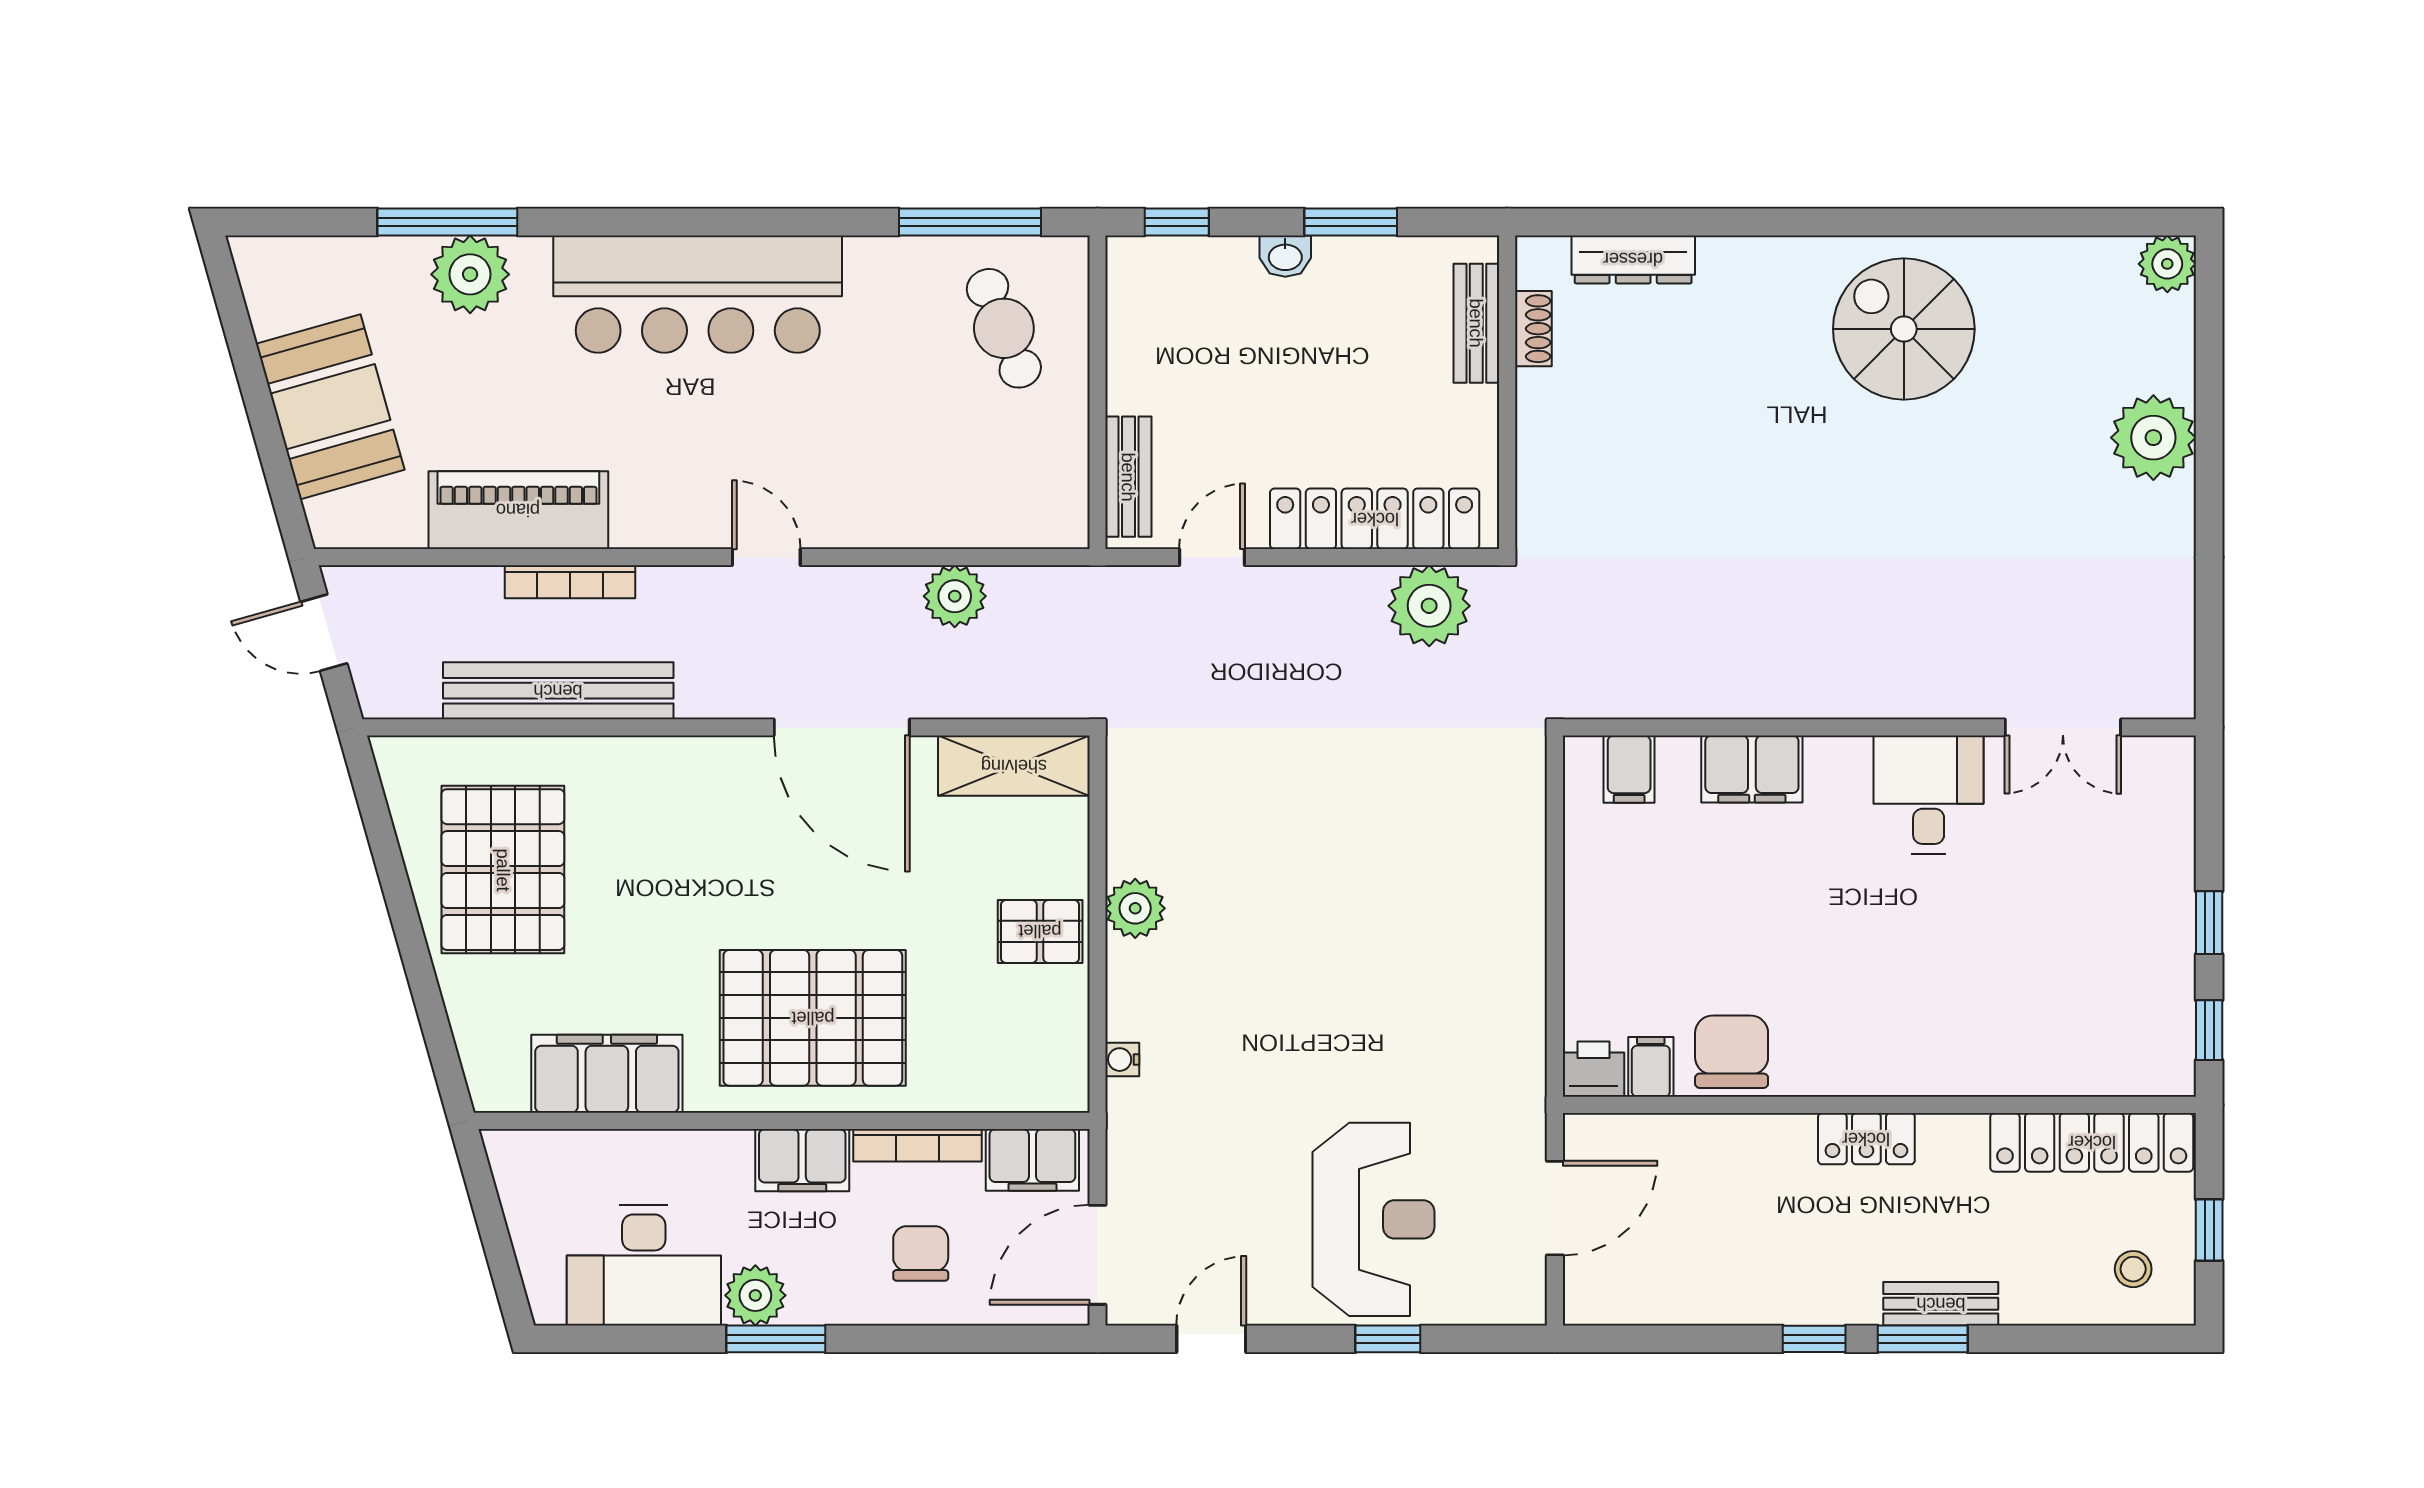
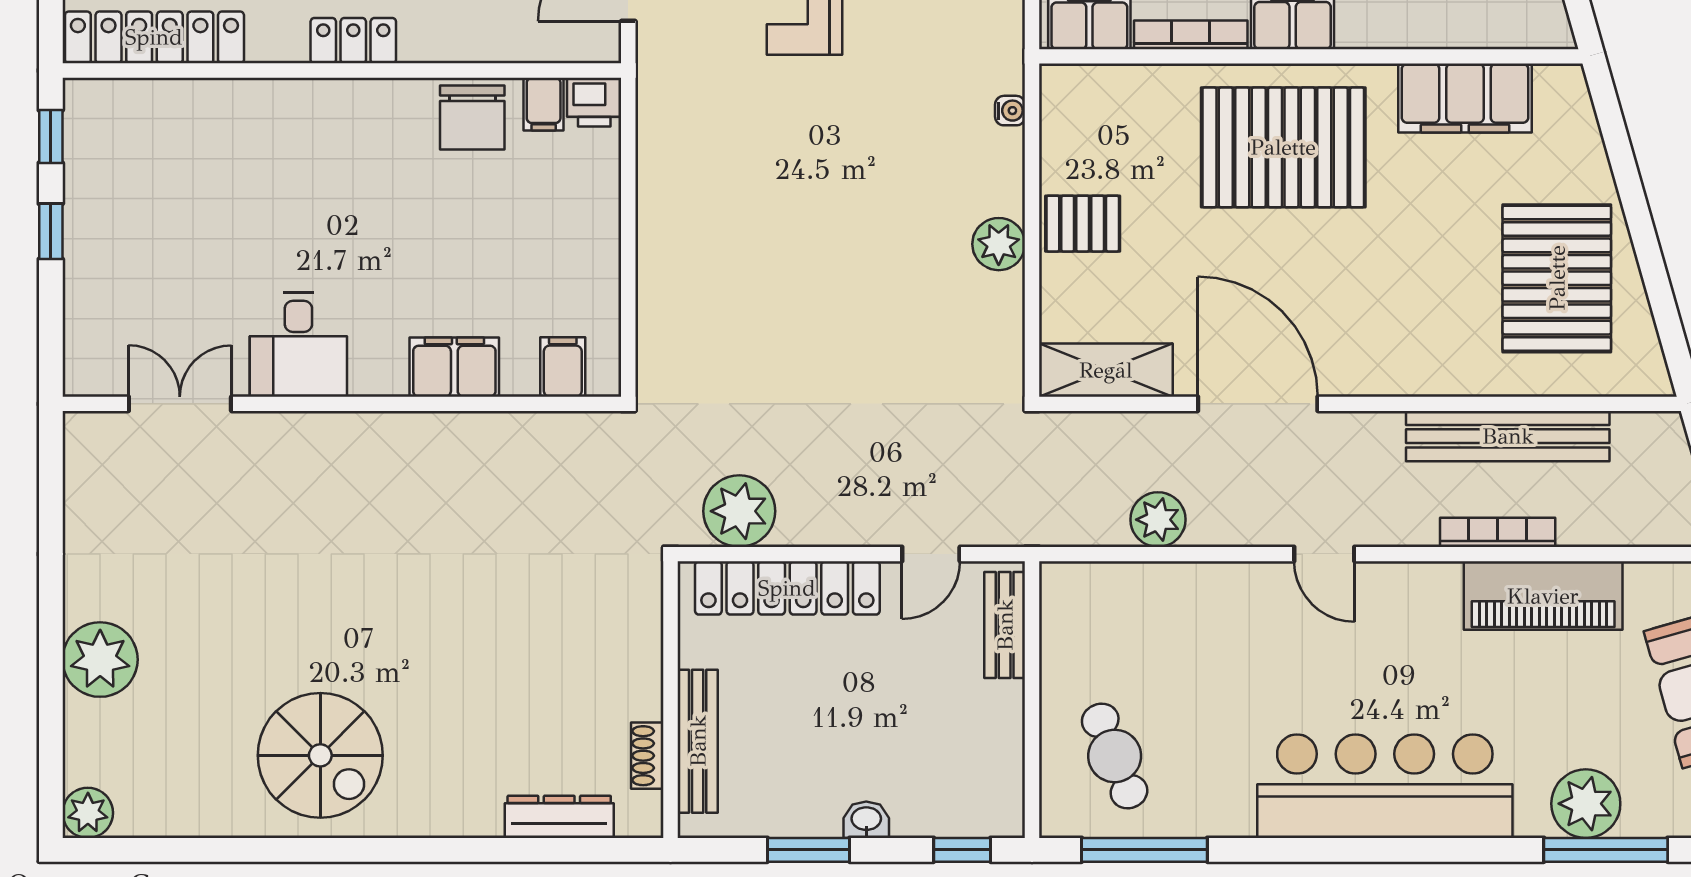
bench: (1476, 323) -> (698, 741), width x1.36

